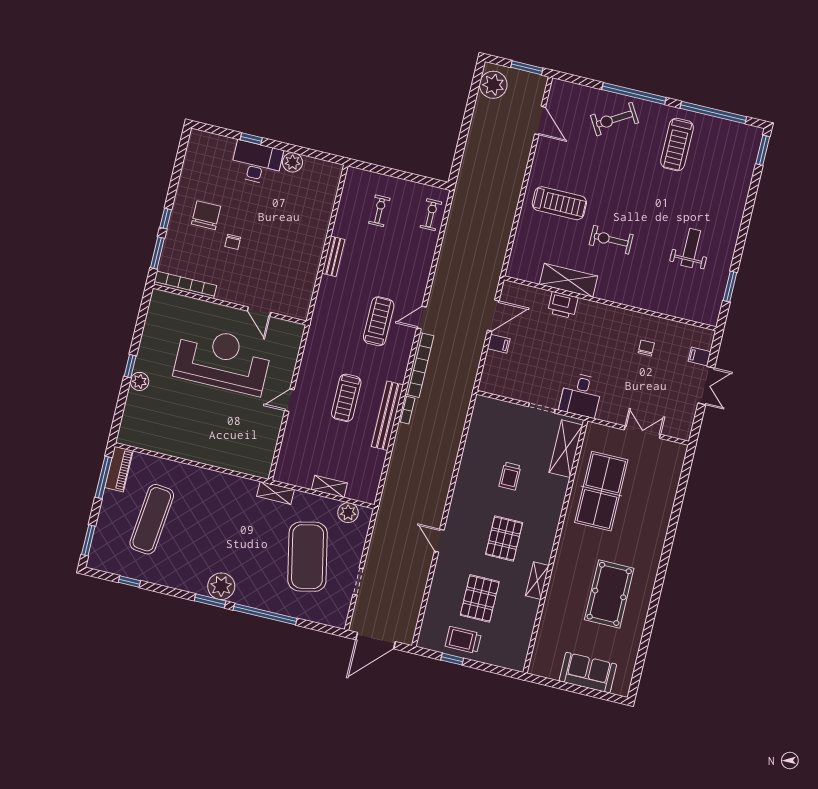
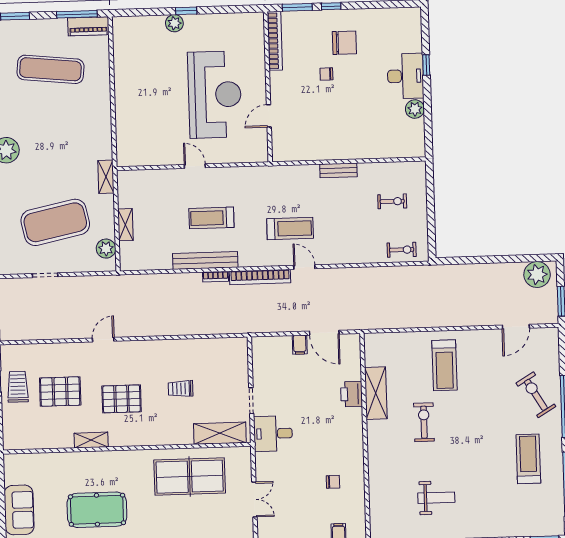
treadmill: (677, 144) -> (528, 459), turned 90

